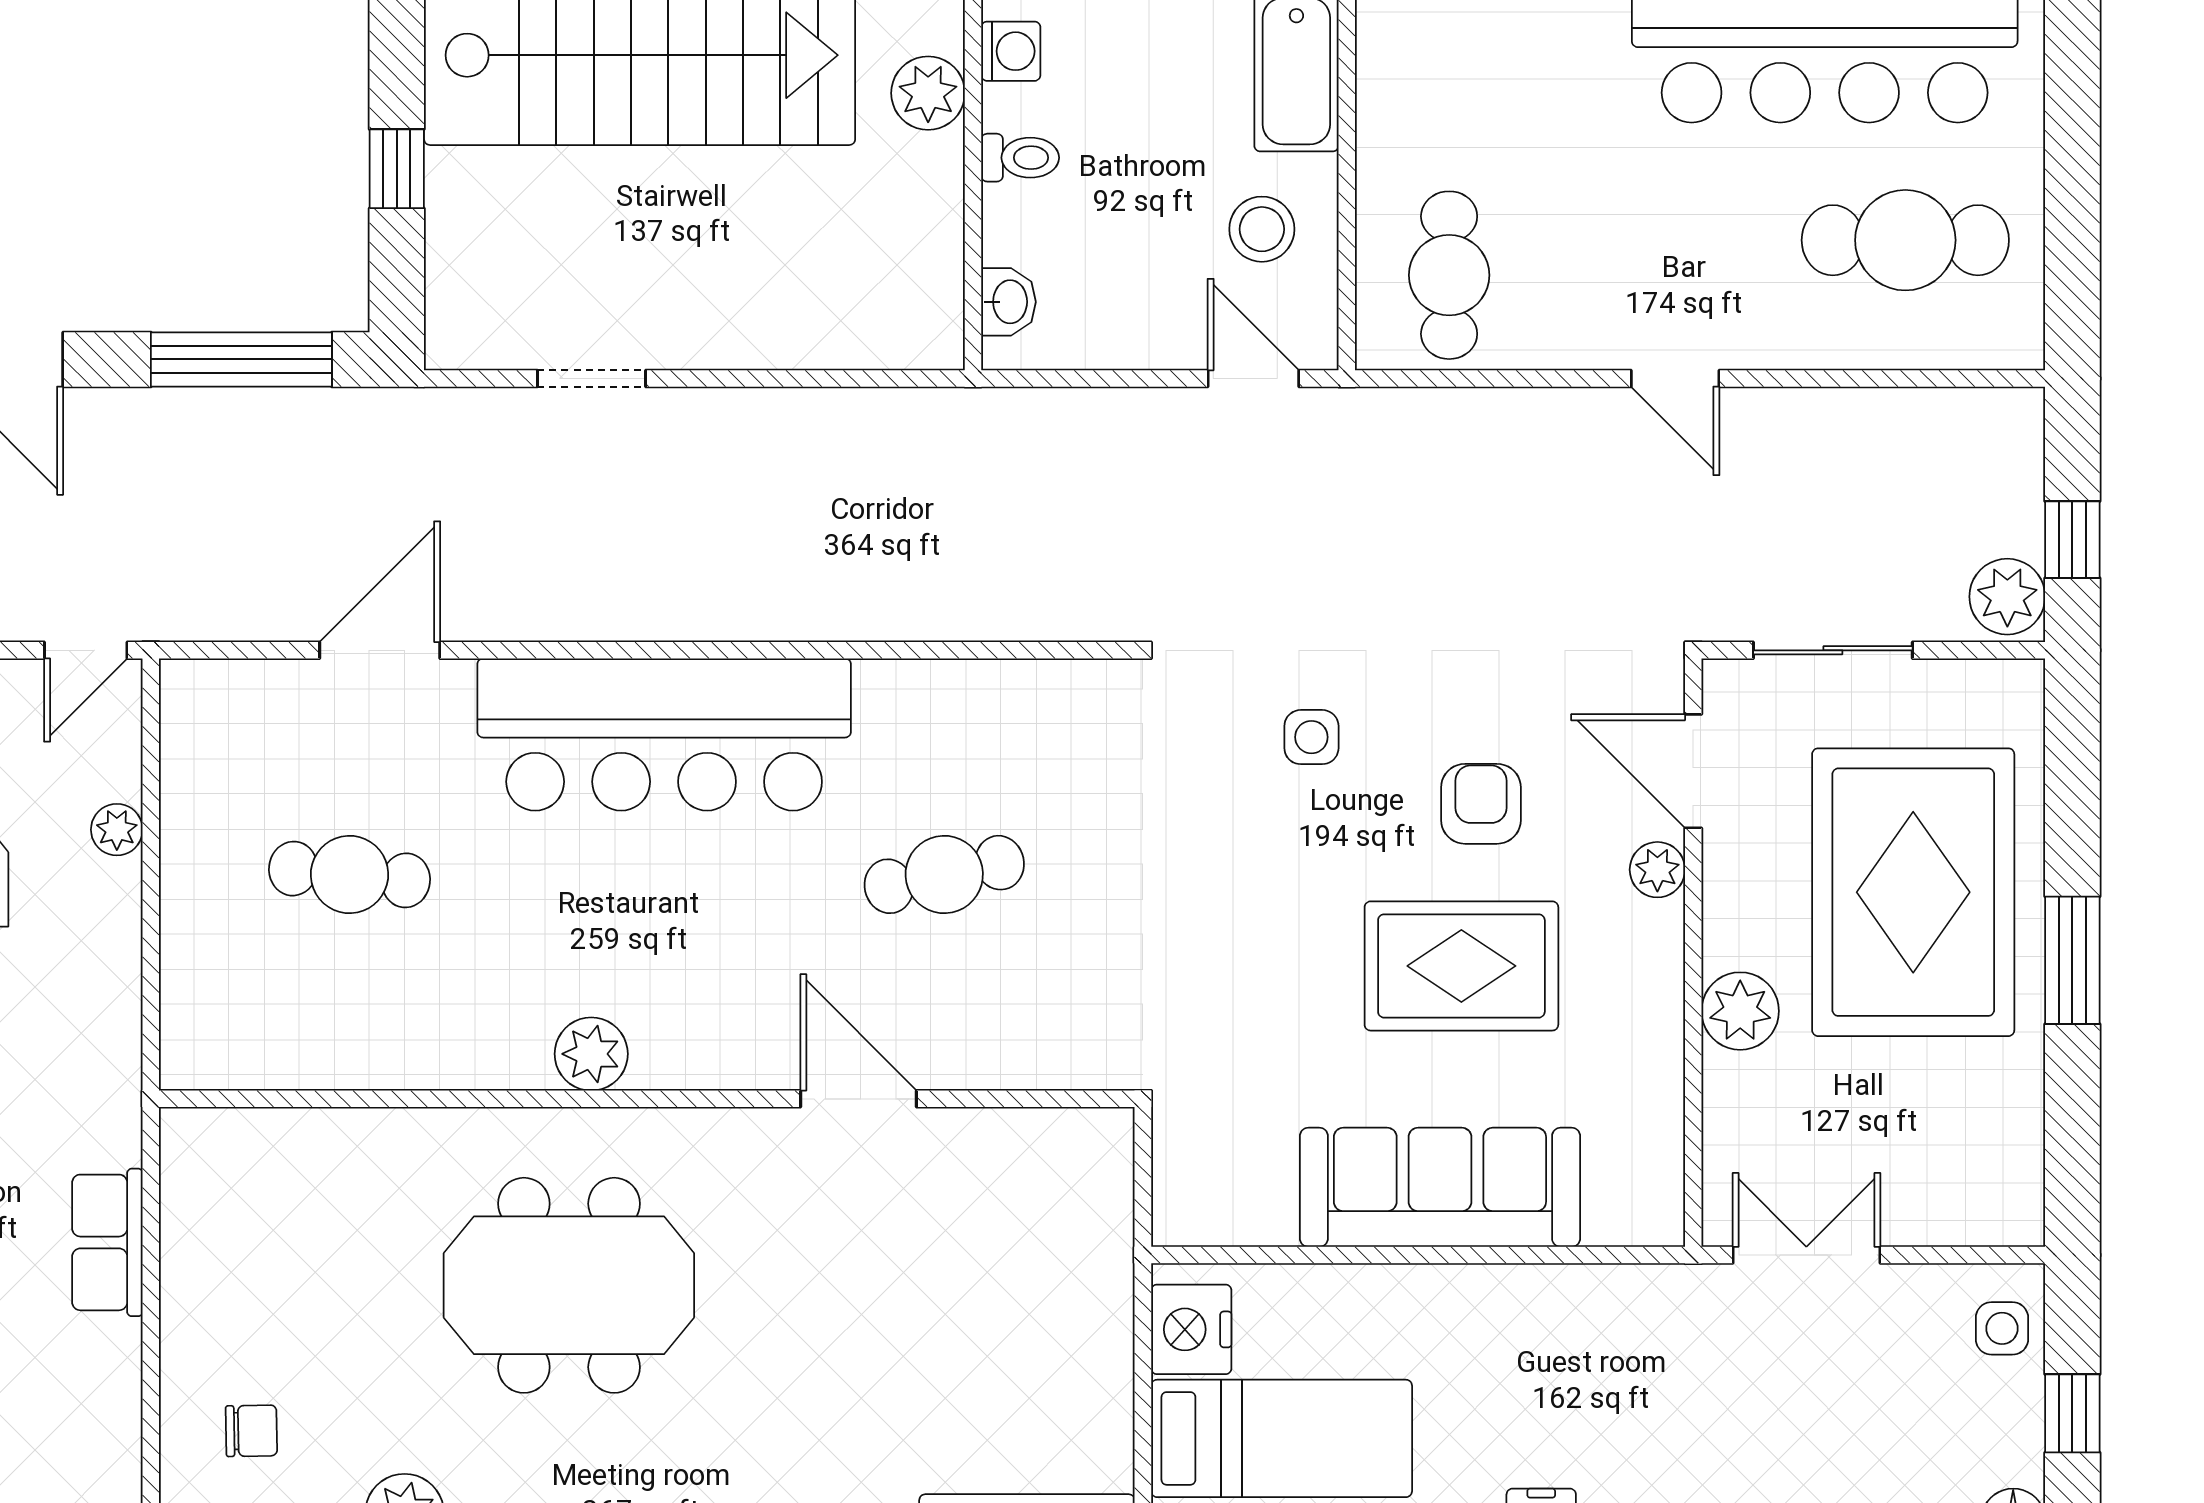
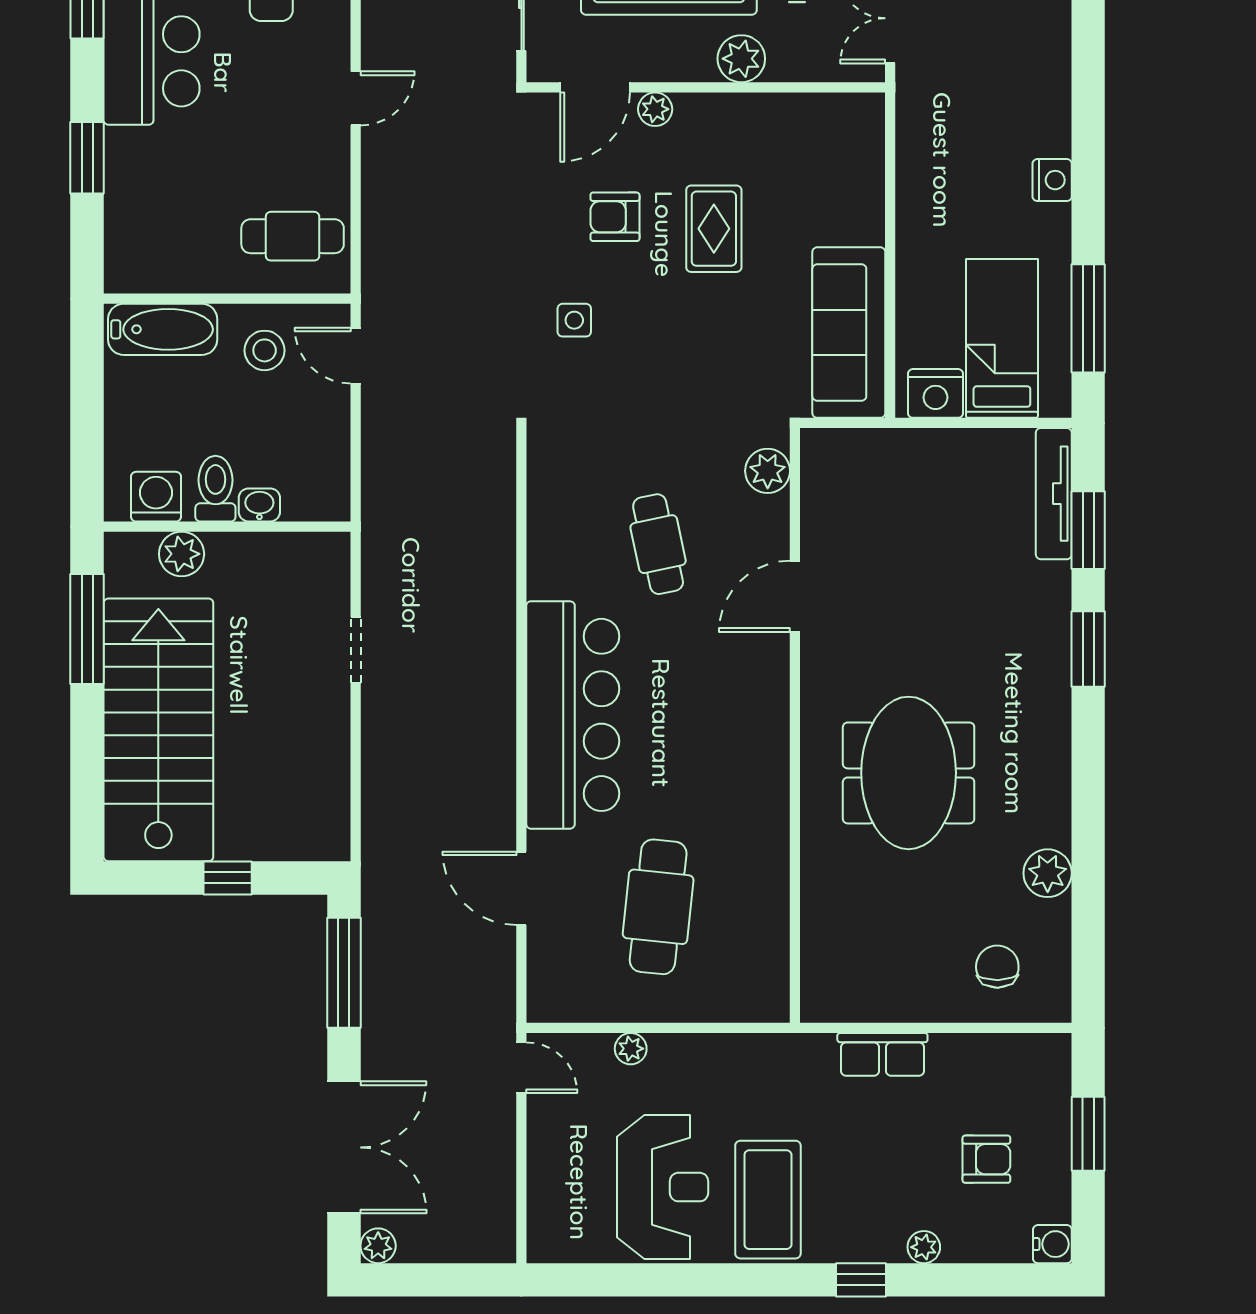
washing machine: (1011, 51) -> (156, 497), width x1.38, depth x1.38
toilet: (1020, 158) -> (215, 489), width x1.37, depth x1.39
washbasin: (1008, 302) -> (259, 505), moved
doorway: (592, 378) -> (356, 650), moved
door: (1253, 378) -> (356, 356), hinge flipped
cafe table: (349, 874) -> (658, 907), width x1.37, depth x1.35
rug: (1461, 966) -> (714, 229), width x0.73, depth x0.70
plant: (591, 1054) -> (768, 471), moved
sofa: (1440, 1187) -> (849, 333), moved
chair: (251, 1431) -> (997, 967), width x1.37, depth x1.37

